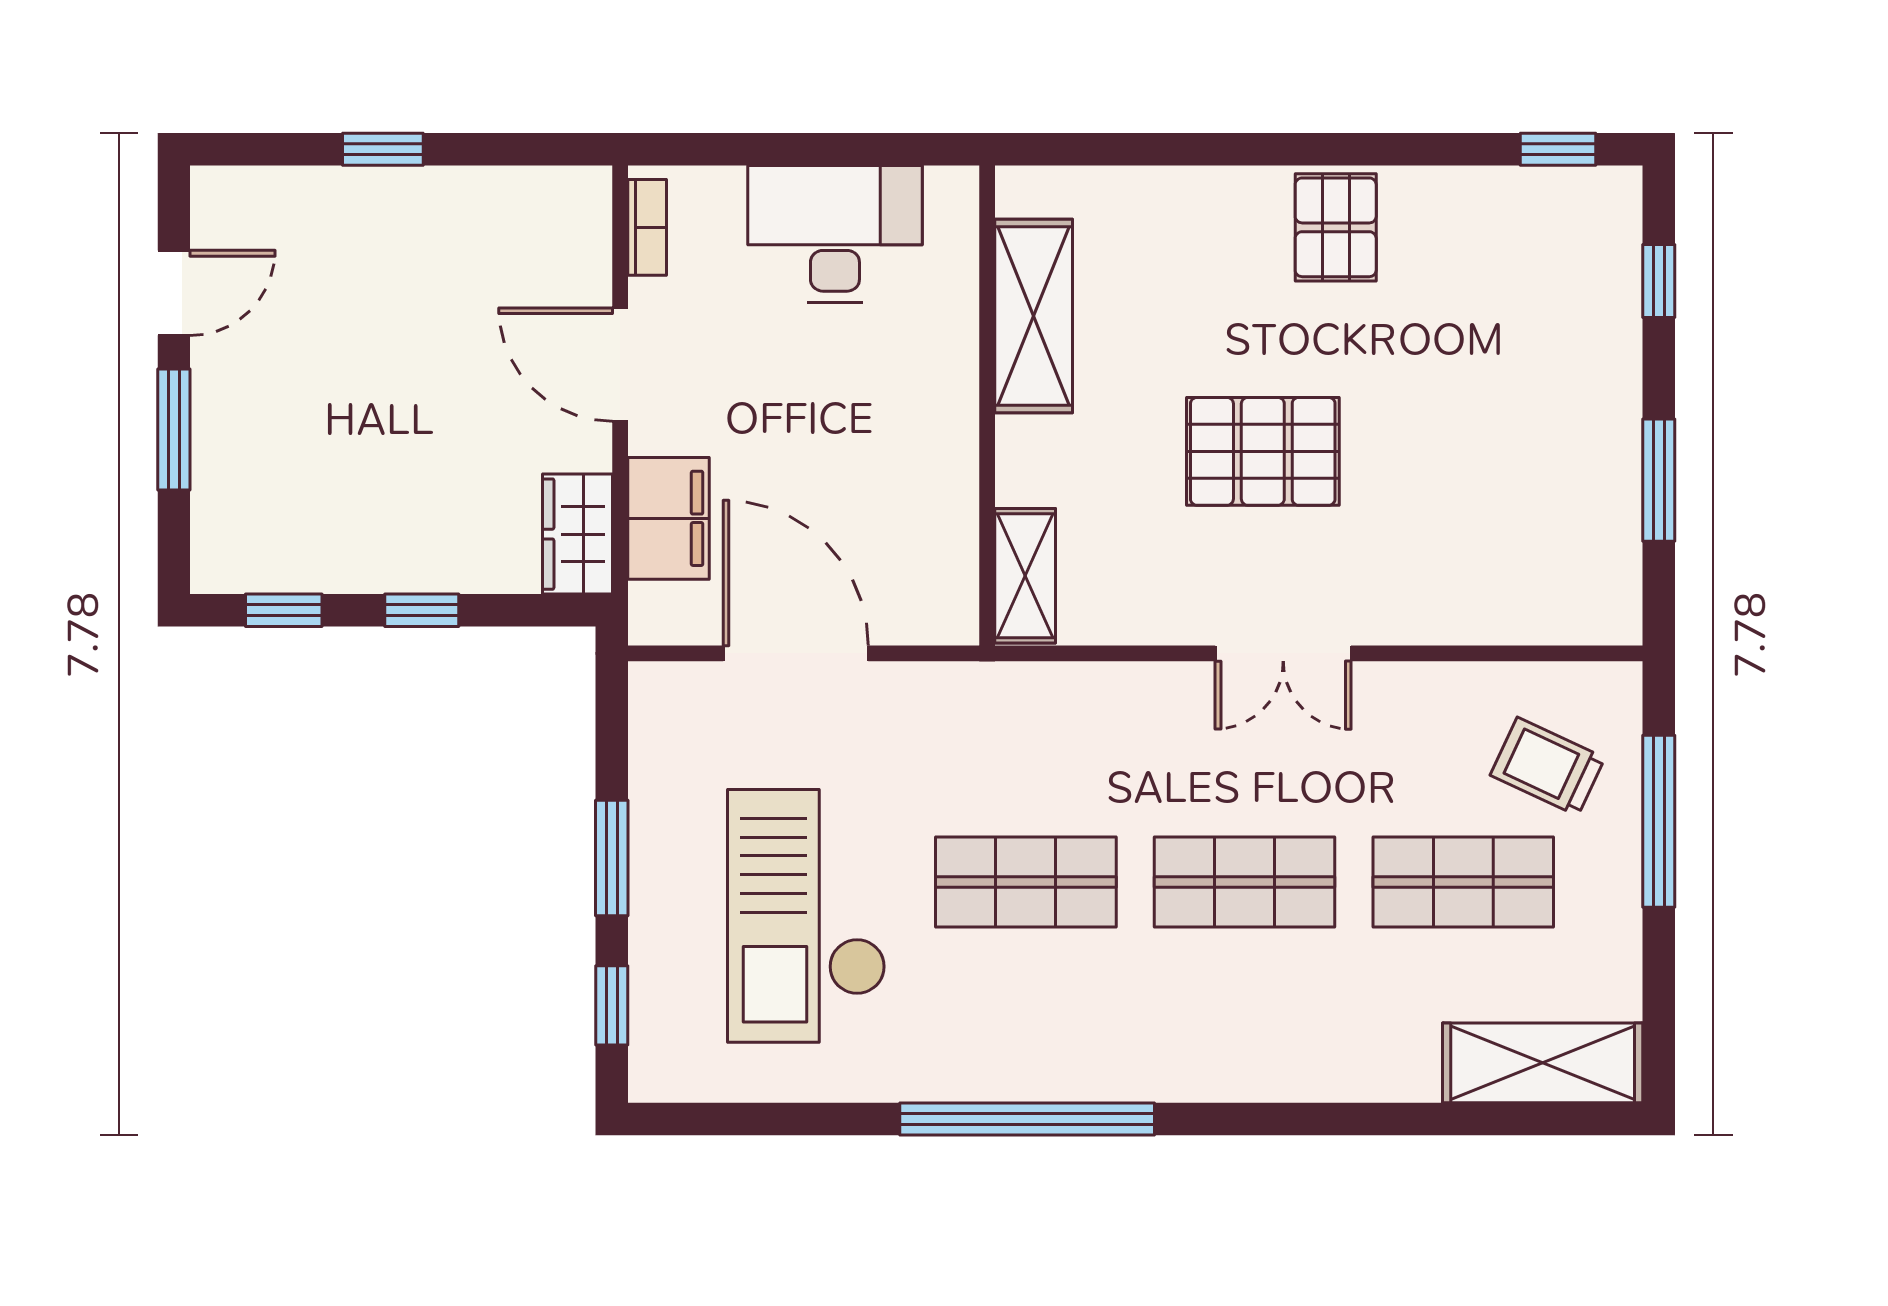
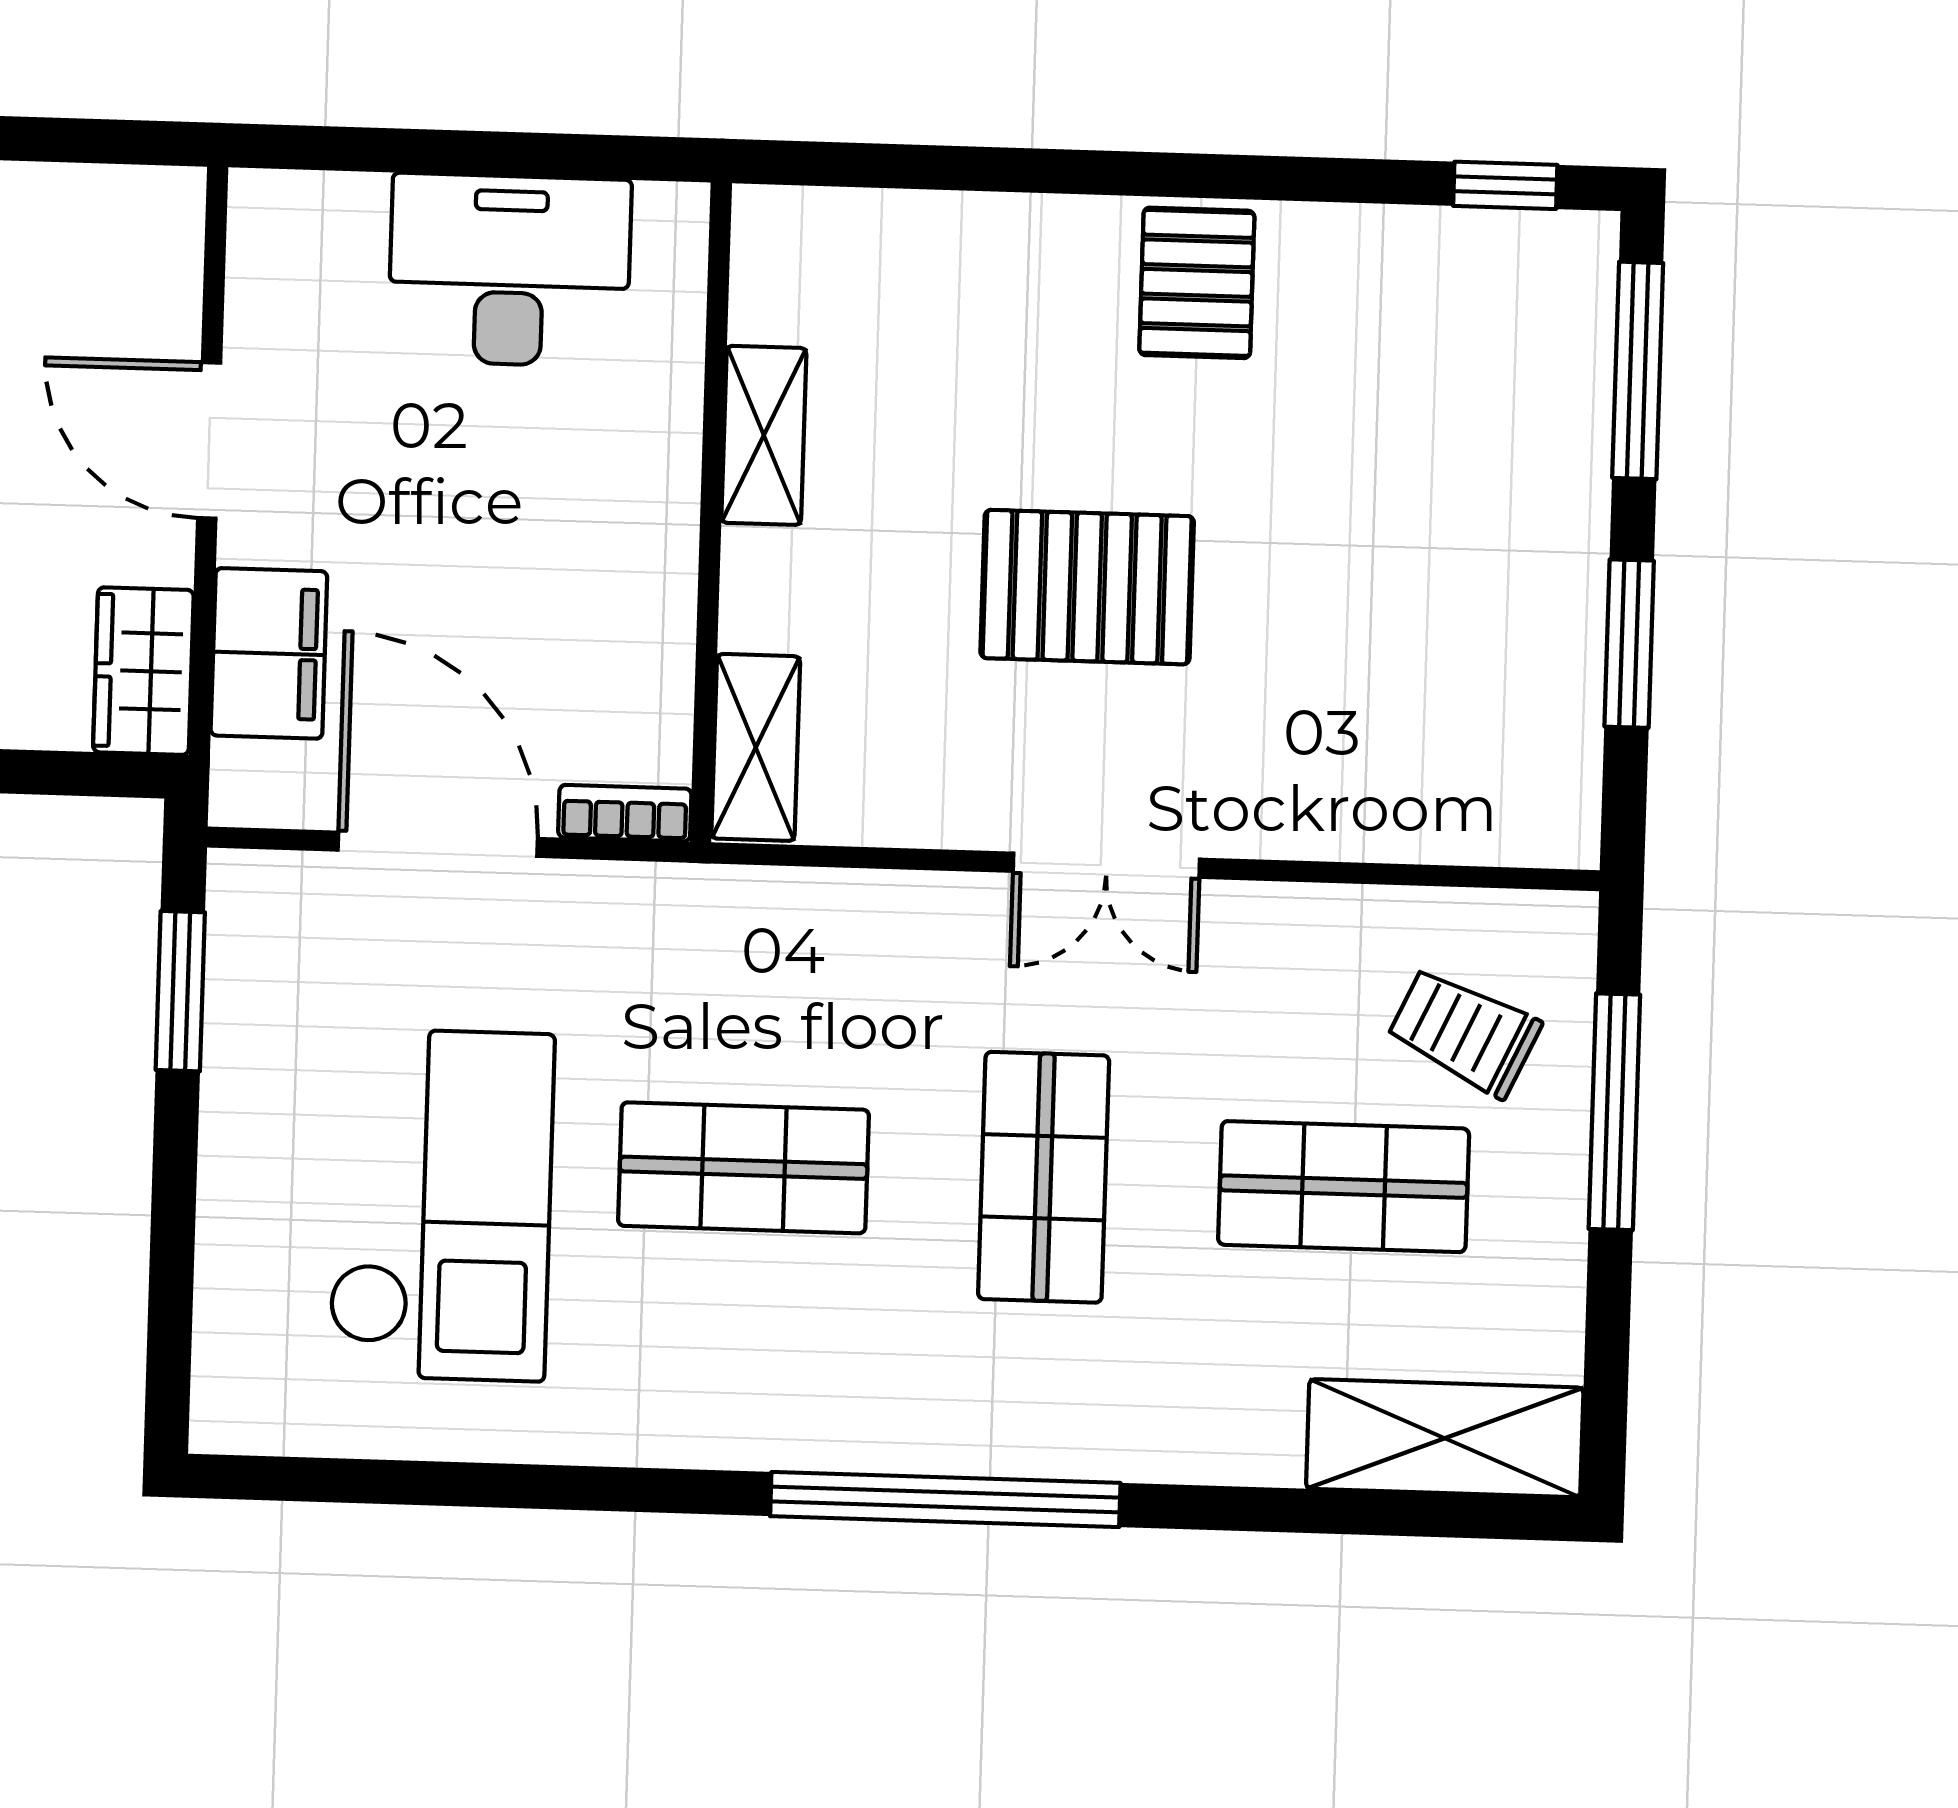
bookcase: (647, 227) -> (625, 813), moved, turned -90
window: (1659, 281) -> (1638, 370), width x2.17
shelving: (1034, 316) -> (764, 435), width x0.67, depth x0.75
window: (612, 858) -> (180, 991), moved
shop shelf: (1245, 882) -> (1044, 1177), turned 90
checkout: (807, 916) -> (441, 1205), turned 180
window: (612, 1005) -> (170, 1319), removed
window: (1027, 1119) -> (945, 1500), moved

